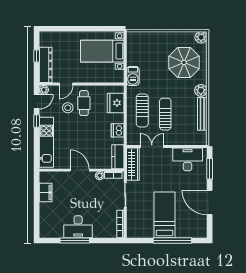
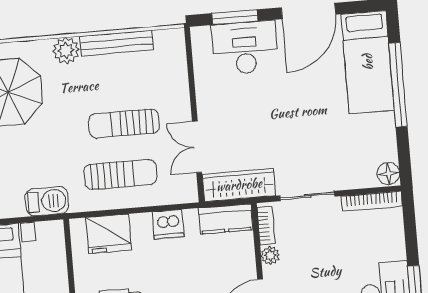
desk: (188, 159) -> (245, 48), moved, turned 90
bed: (164, 215) -> (368, 62), moved, turned -90
floor lamp: (132, 233) -> (388, 173), added

